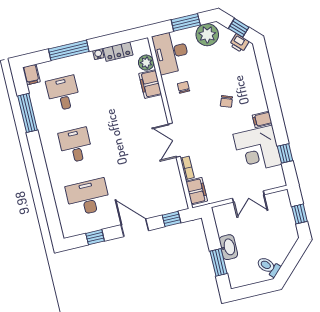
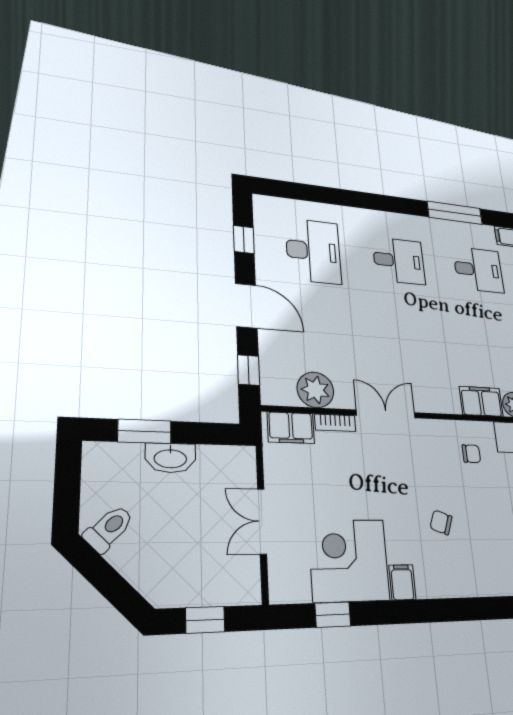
plant: (172, 182) -> (315, 390), added
door: (135, 228) -> (246, 306), hinge flipped

